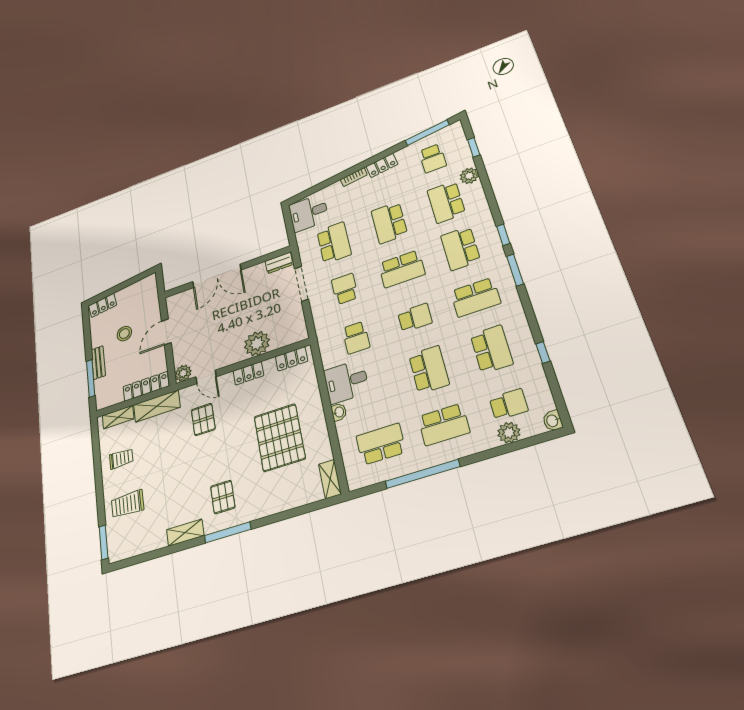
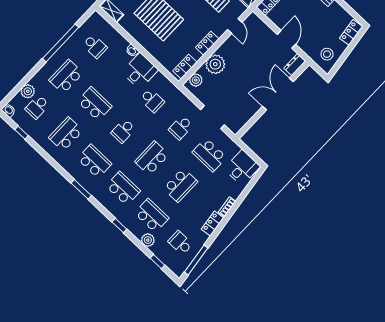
school desk: (389, 223) -> (180, 185), turned 90
window: (503, 235) -> (119, 225), moved
dresser: (279, 263) -> (295, 65), moved
school desk: (345, 289) -> (181, 128), turned 90
school desk: (476, 297) -> (94, 161), turned 90
stool: (124, 334) -> (327, 54), moved
school desk: (356, 338) -> (152, 100), turned 180
school desk: (492, 349) -> (66, 134), turned 90
window: (543, 353) -> (21, 133), moved
school desk: (429, 370) -> (95, 104), turned 180
plant: (183, 373) -> (196, 80), moved
door: (206, 377) -> (235, 26), swing flipped
school desk: (381, 444) -> (95, 46), width x0.54

